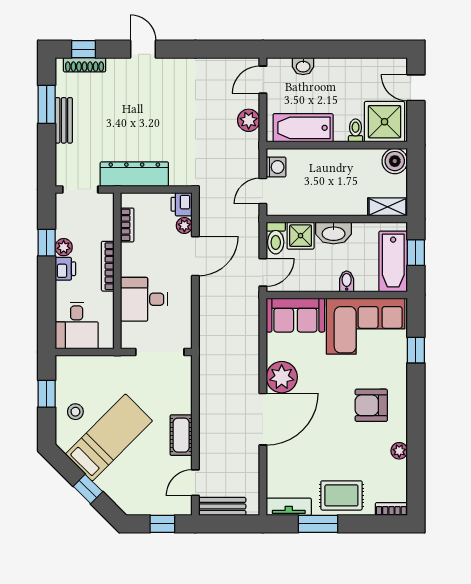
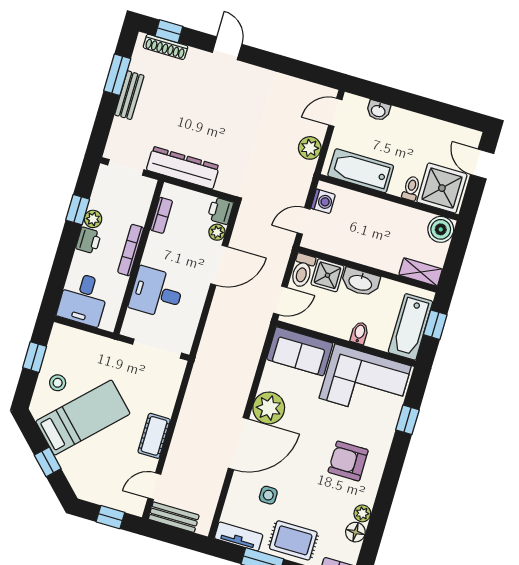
side table: (305, 460) -> (268, 495), added
floor lamp: (398, 470) -> (355, 532), added

